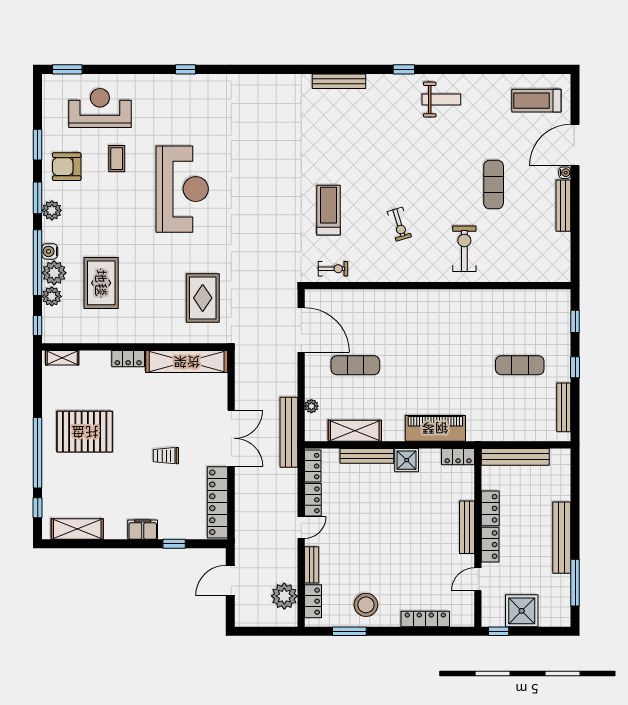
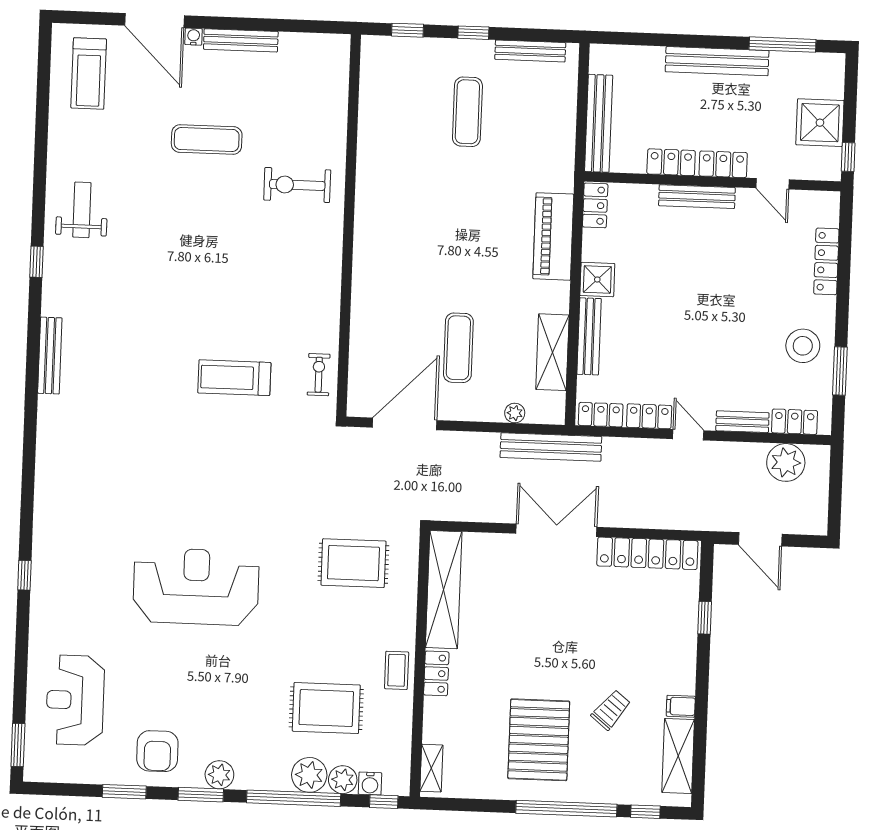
coffee table: (117, 159) -> (397, 670), moved, turned 90
exercise bike: (399, 224) -> (258, 277), removed
water cooler: (50, 251) -> (370, 784), moved
trolley: (166, 456) -> (611, 710), moved, turned -141
filing cabinet: (143, 530) -> (681, 706), moved, width x0.50

